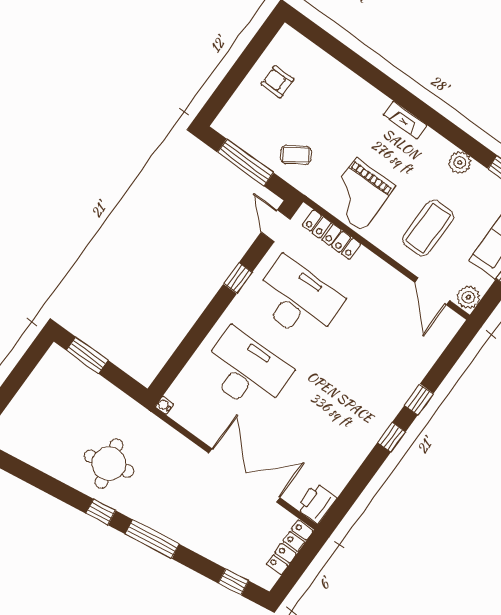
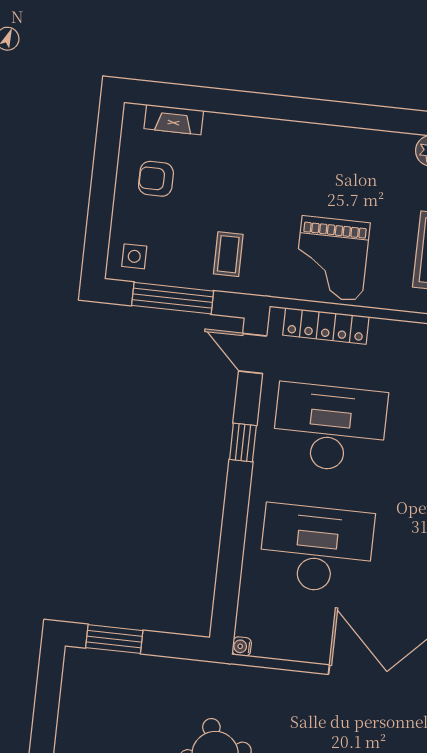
fireplace: (405, 120) -> (174, 120), moved
side table: (236, 123) -> (134, 256), added
coffee table: (296, 155) -> (228, 254), turned -56

